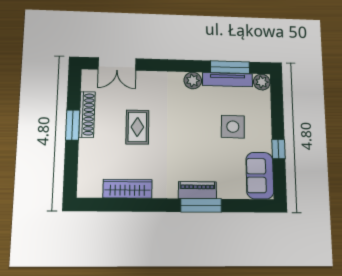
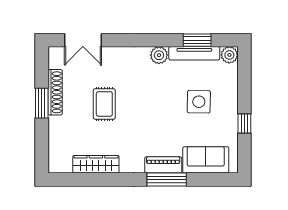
window: (230, 67) -> (197, 40), width x0.69
sofa: (260, 176) -> (206, 160), moved, turned 90

